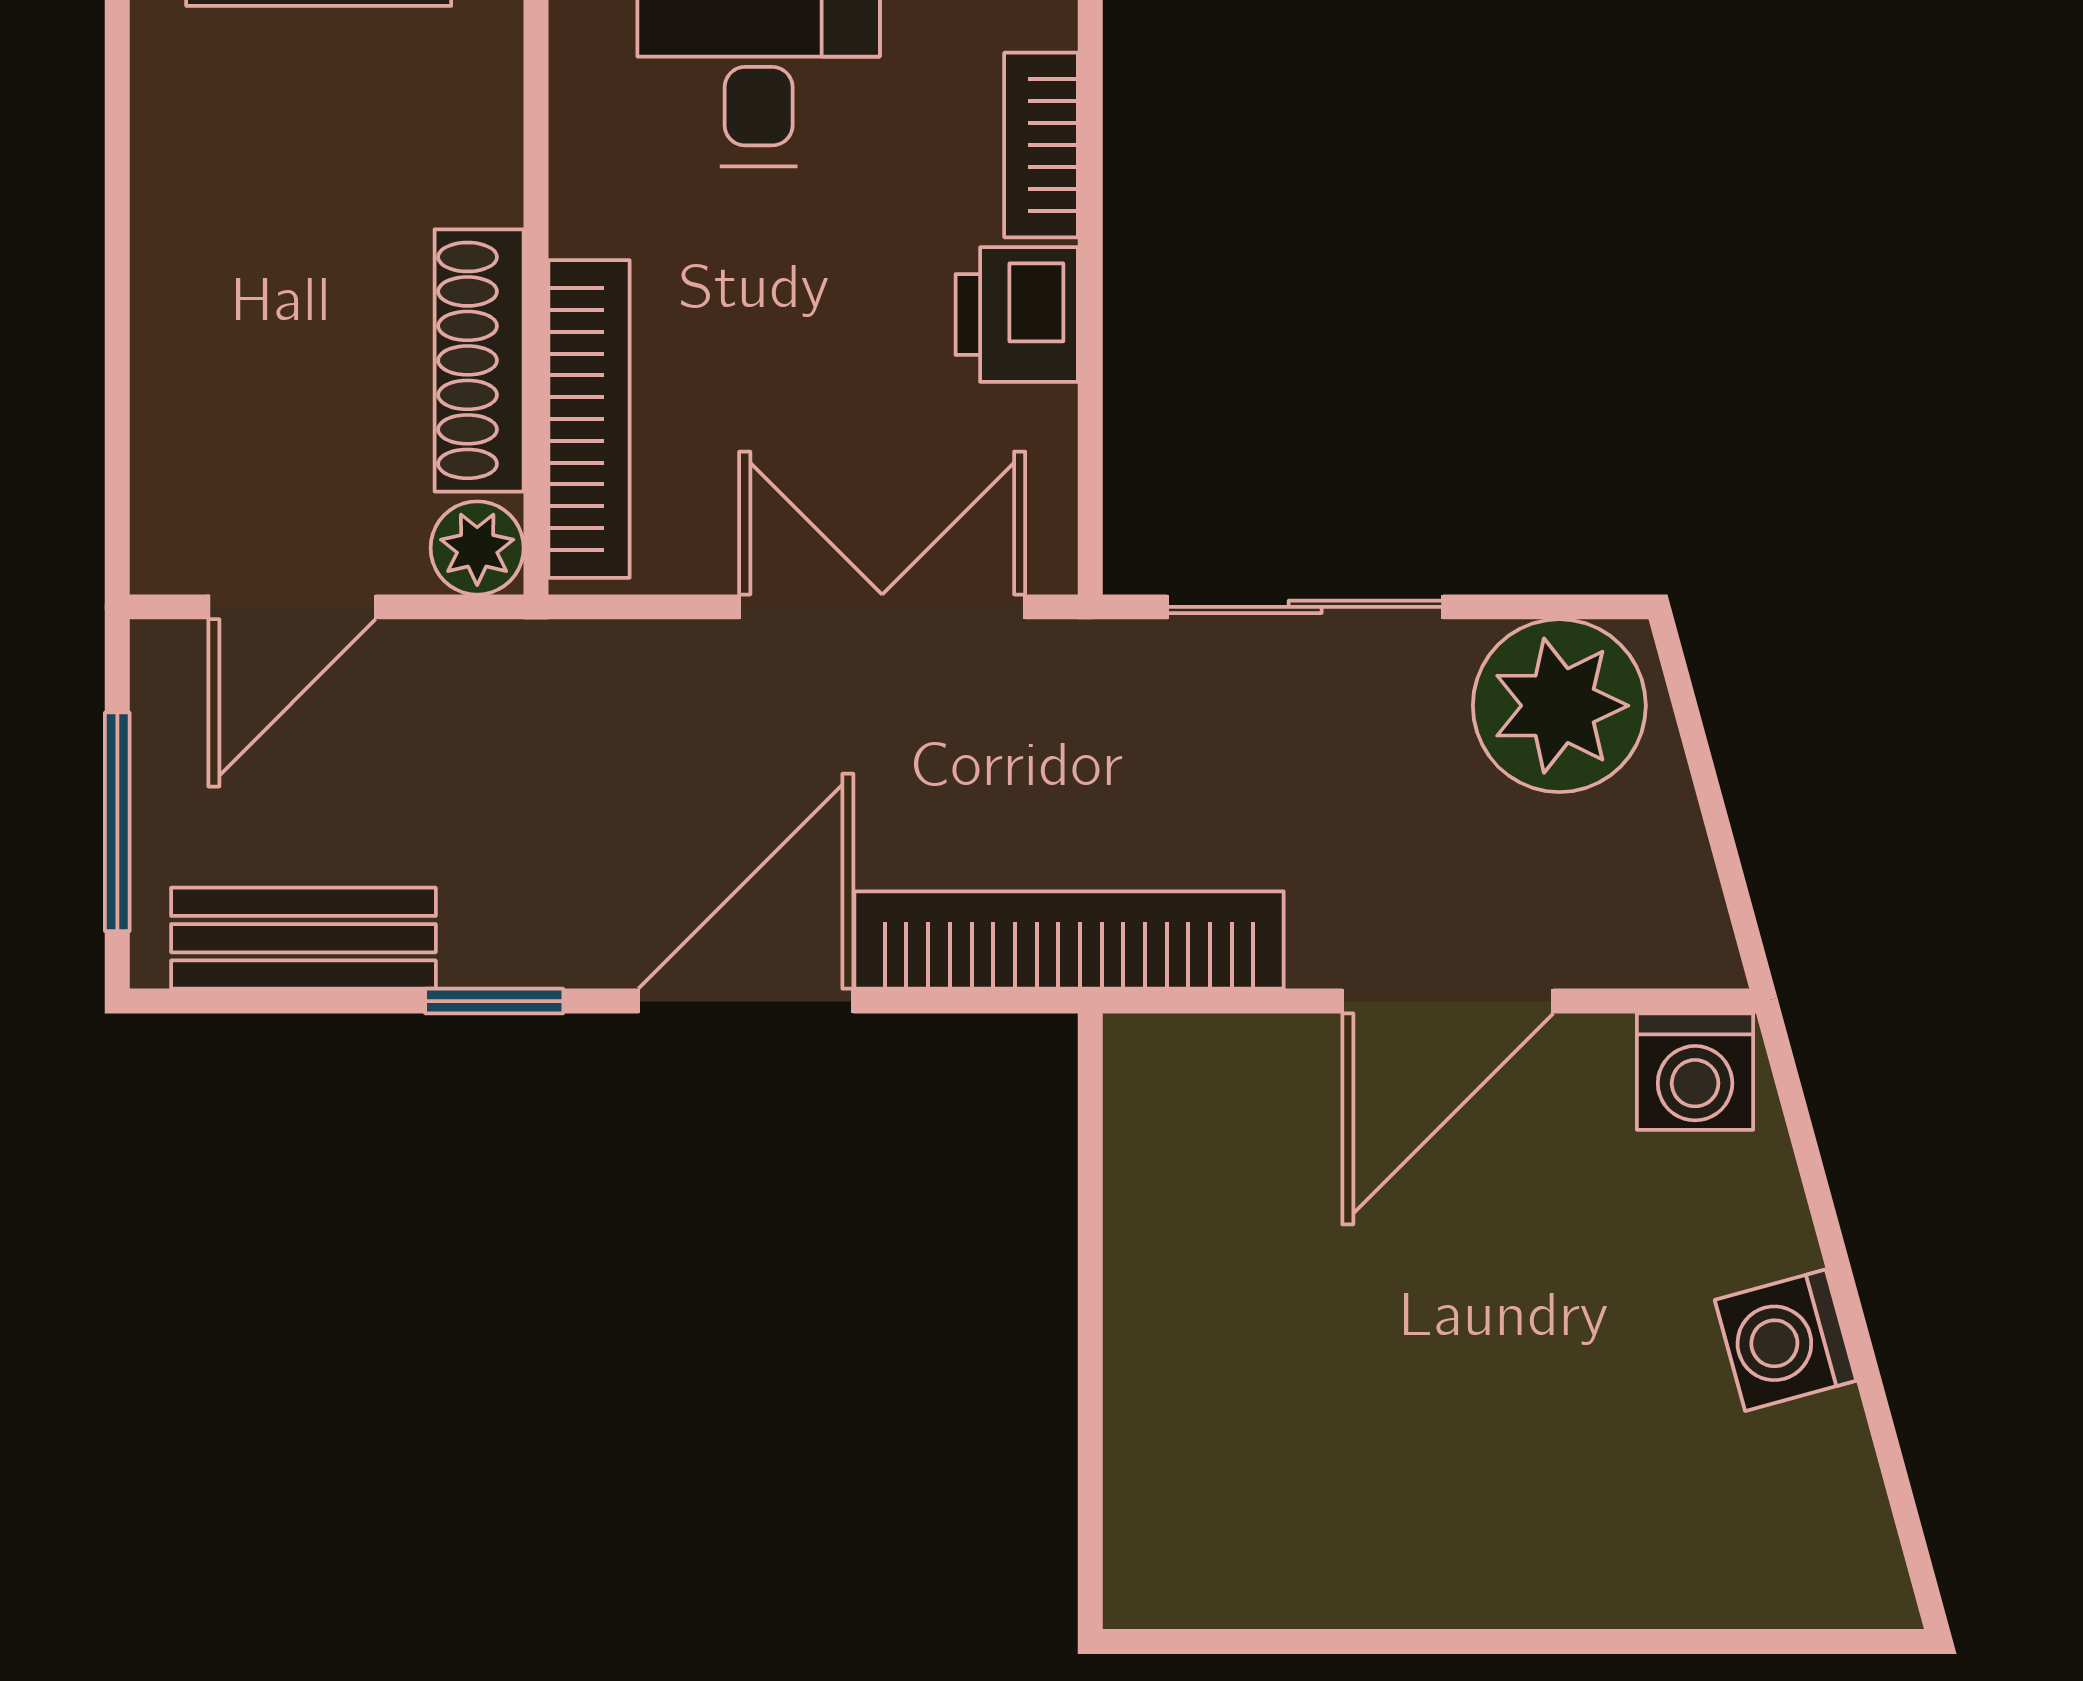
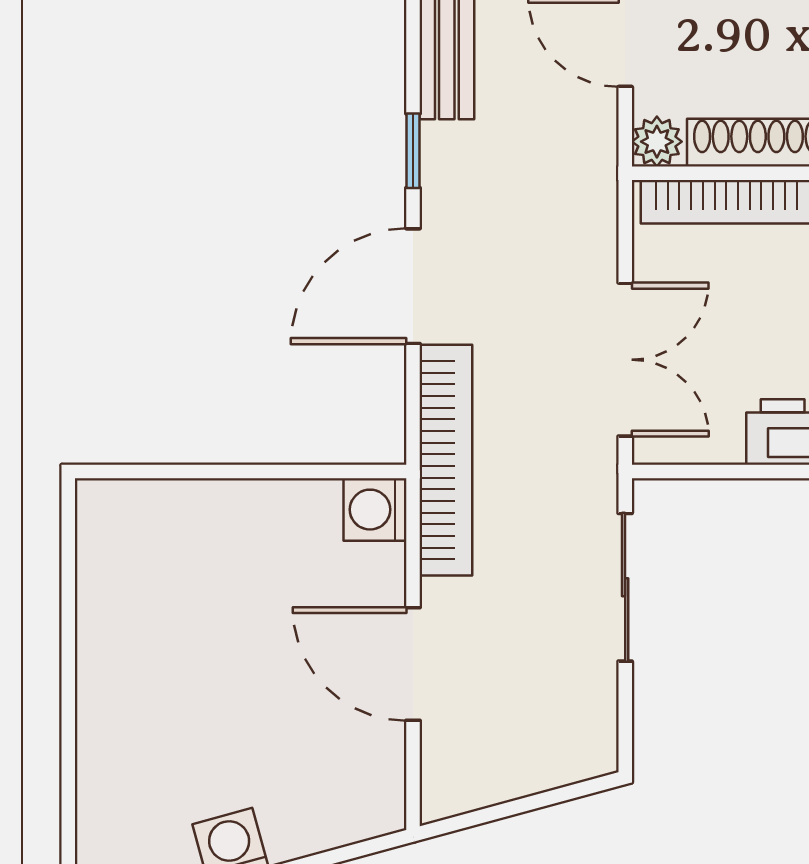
plant: (1559, 706) -> (572, 724), removed
door: (746, 1001) -> (413, 286), swing flipped
washing machine: (1695, 1072) -> (375, 510), moved

